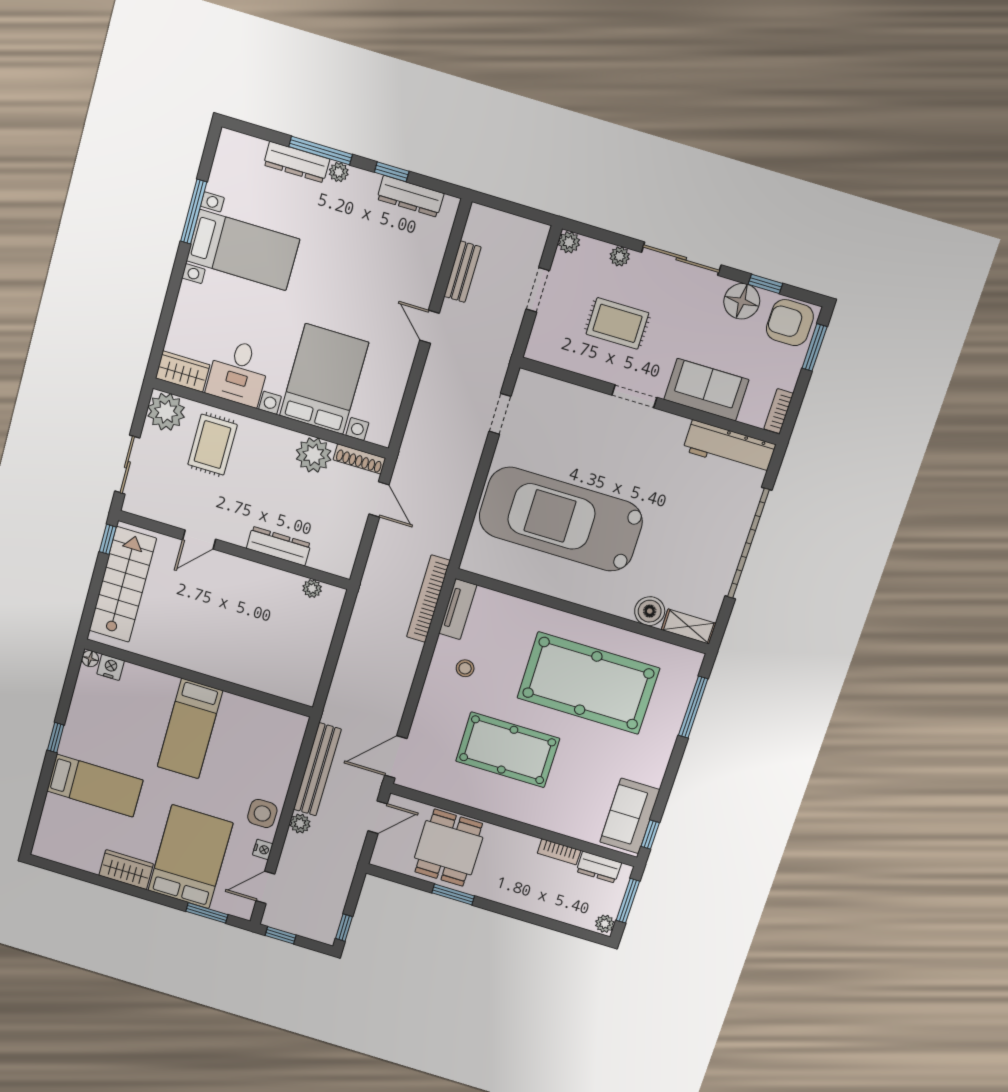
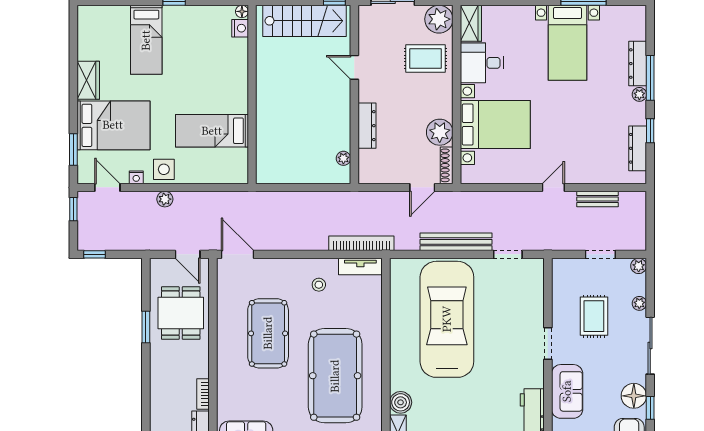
bed: (190, 729) -> (212, 131), moved
bench: (317, 769) -> (456, 242), moved
dining table: (449, 848) -> (181, 313), turned 90

